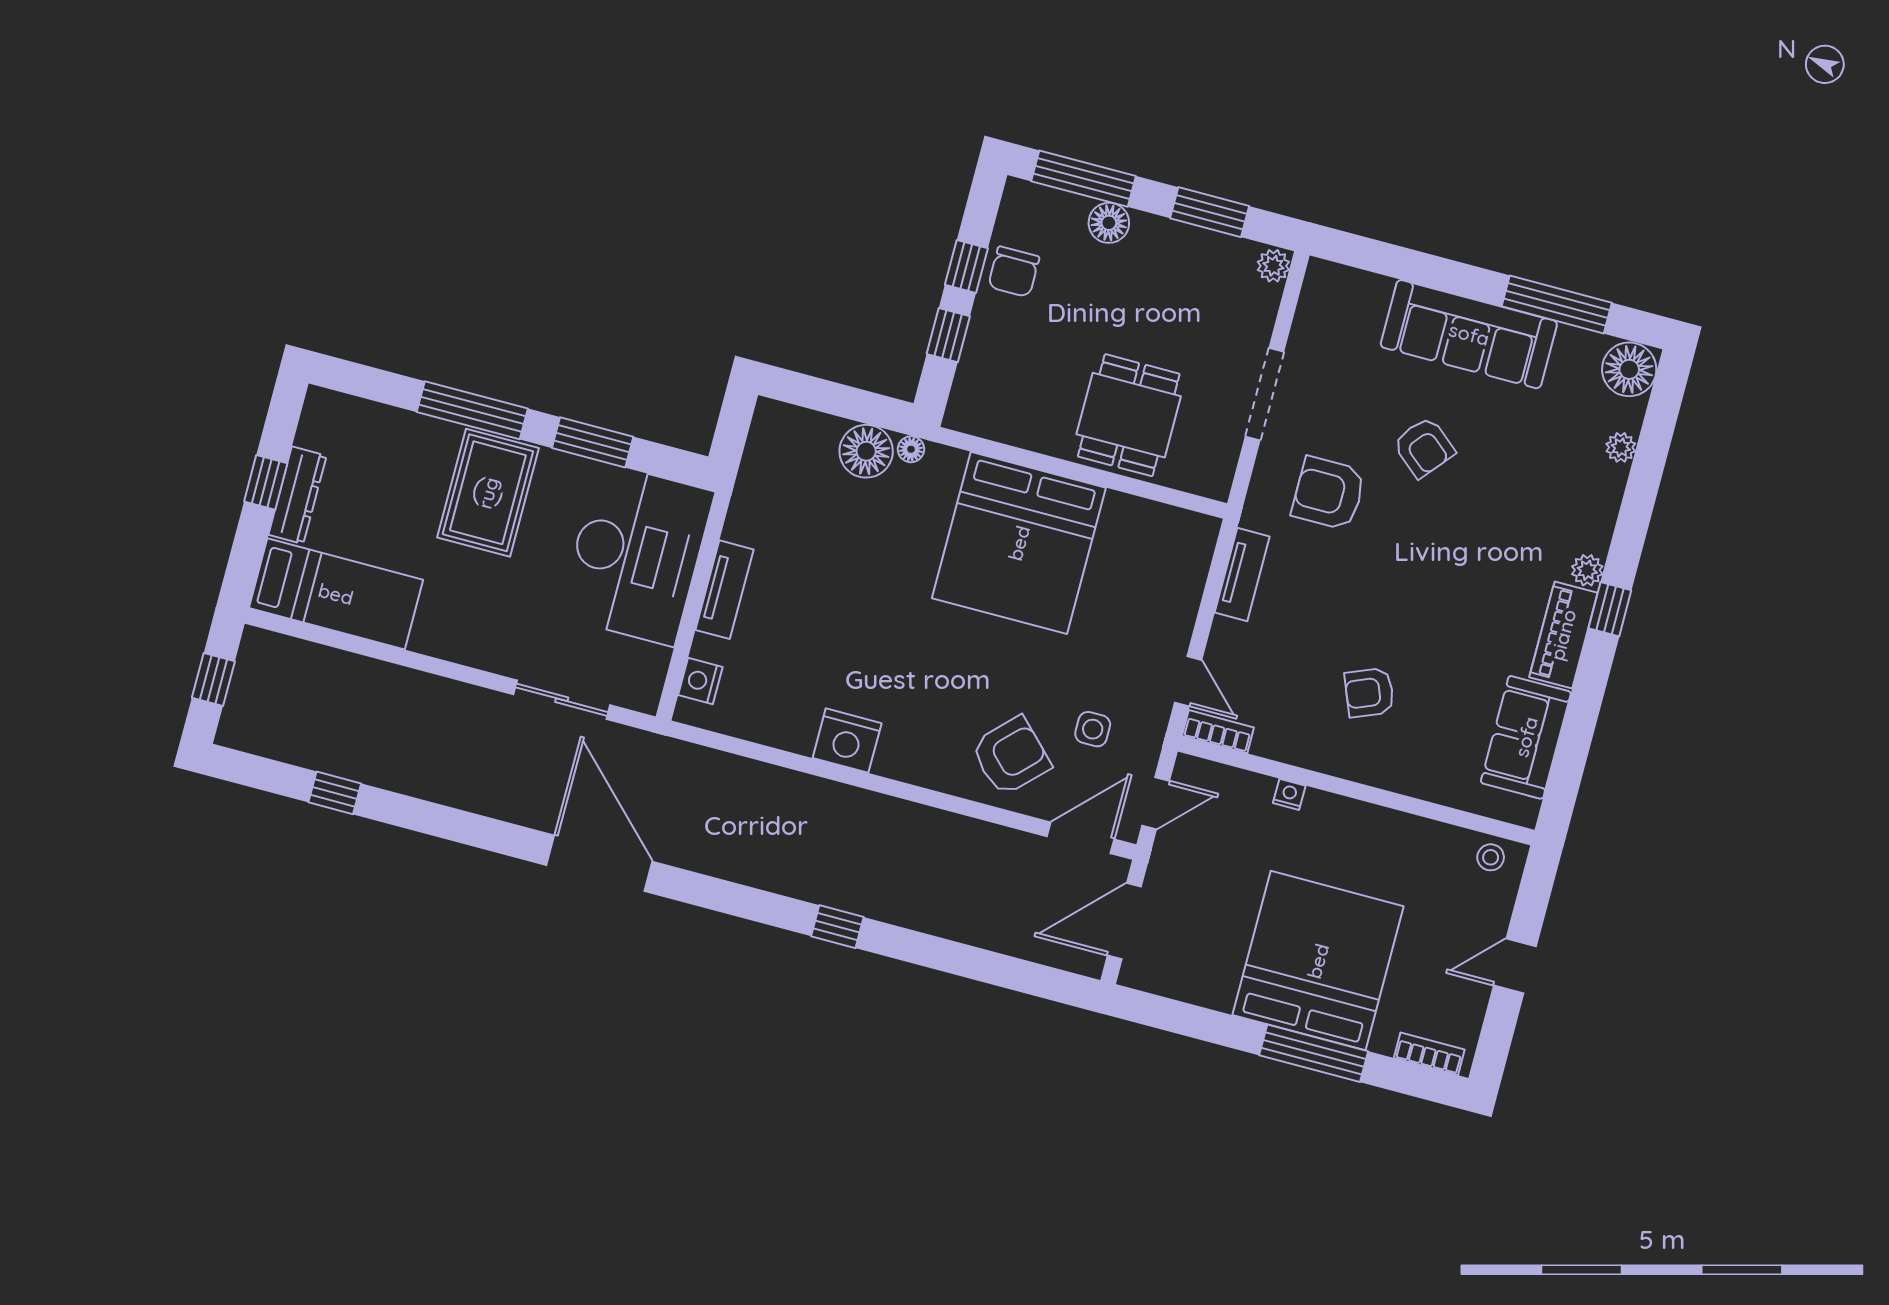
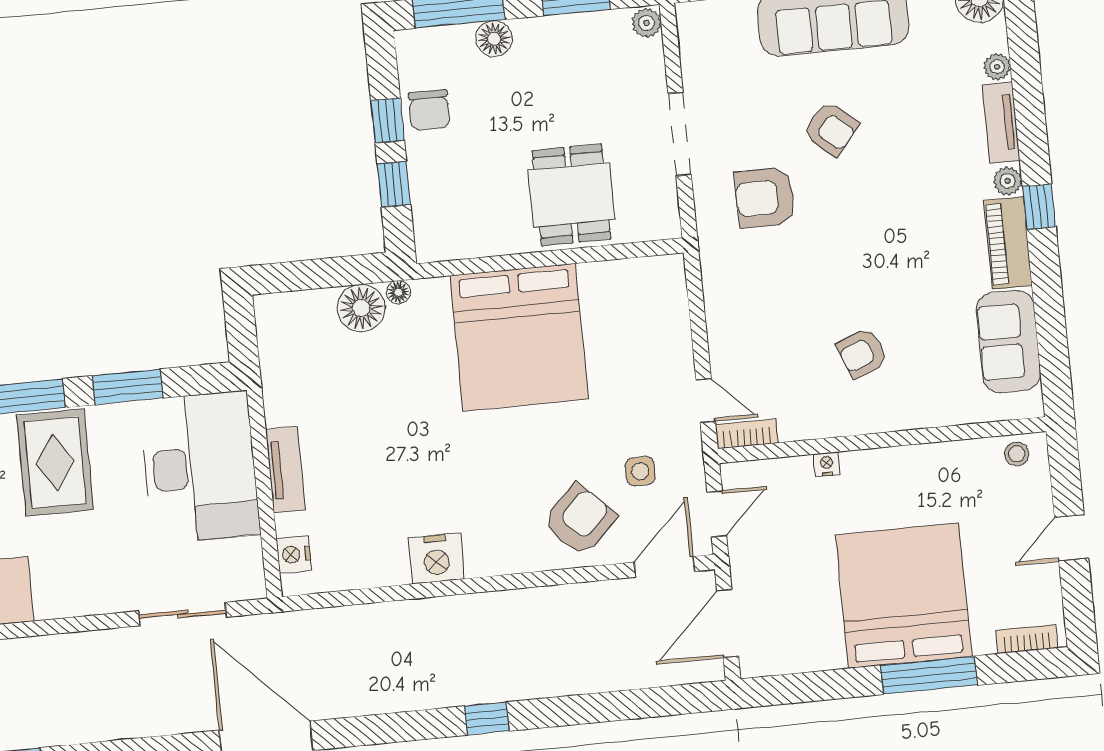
tv unit: (1242, 574) -> (1001, 123), moved, turned 180

